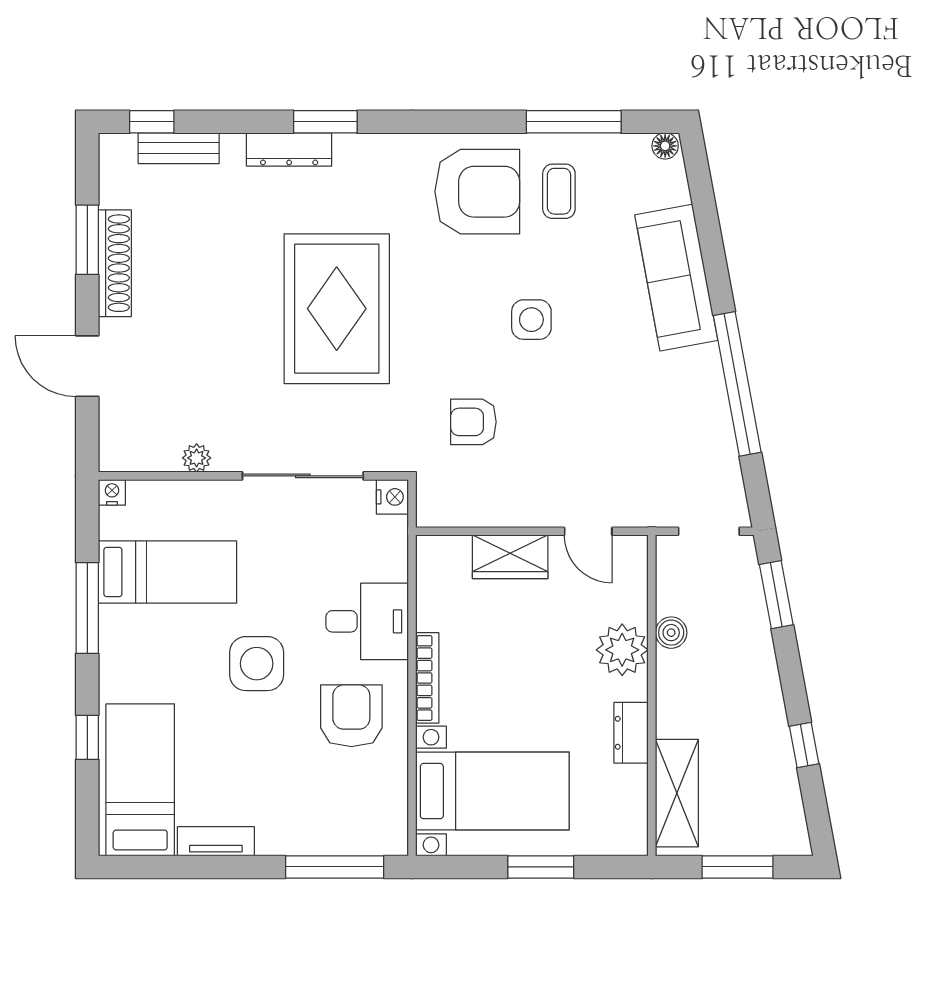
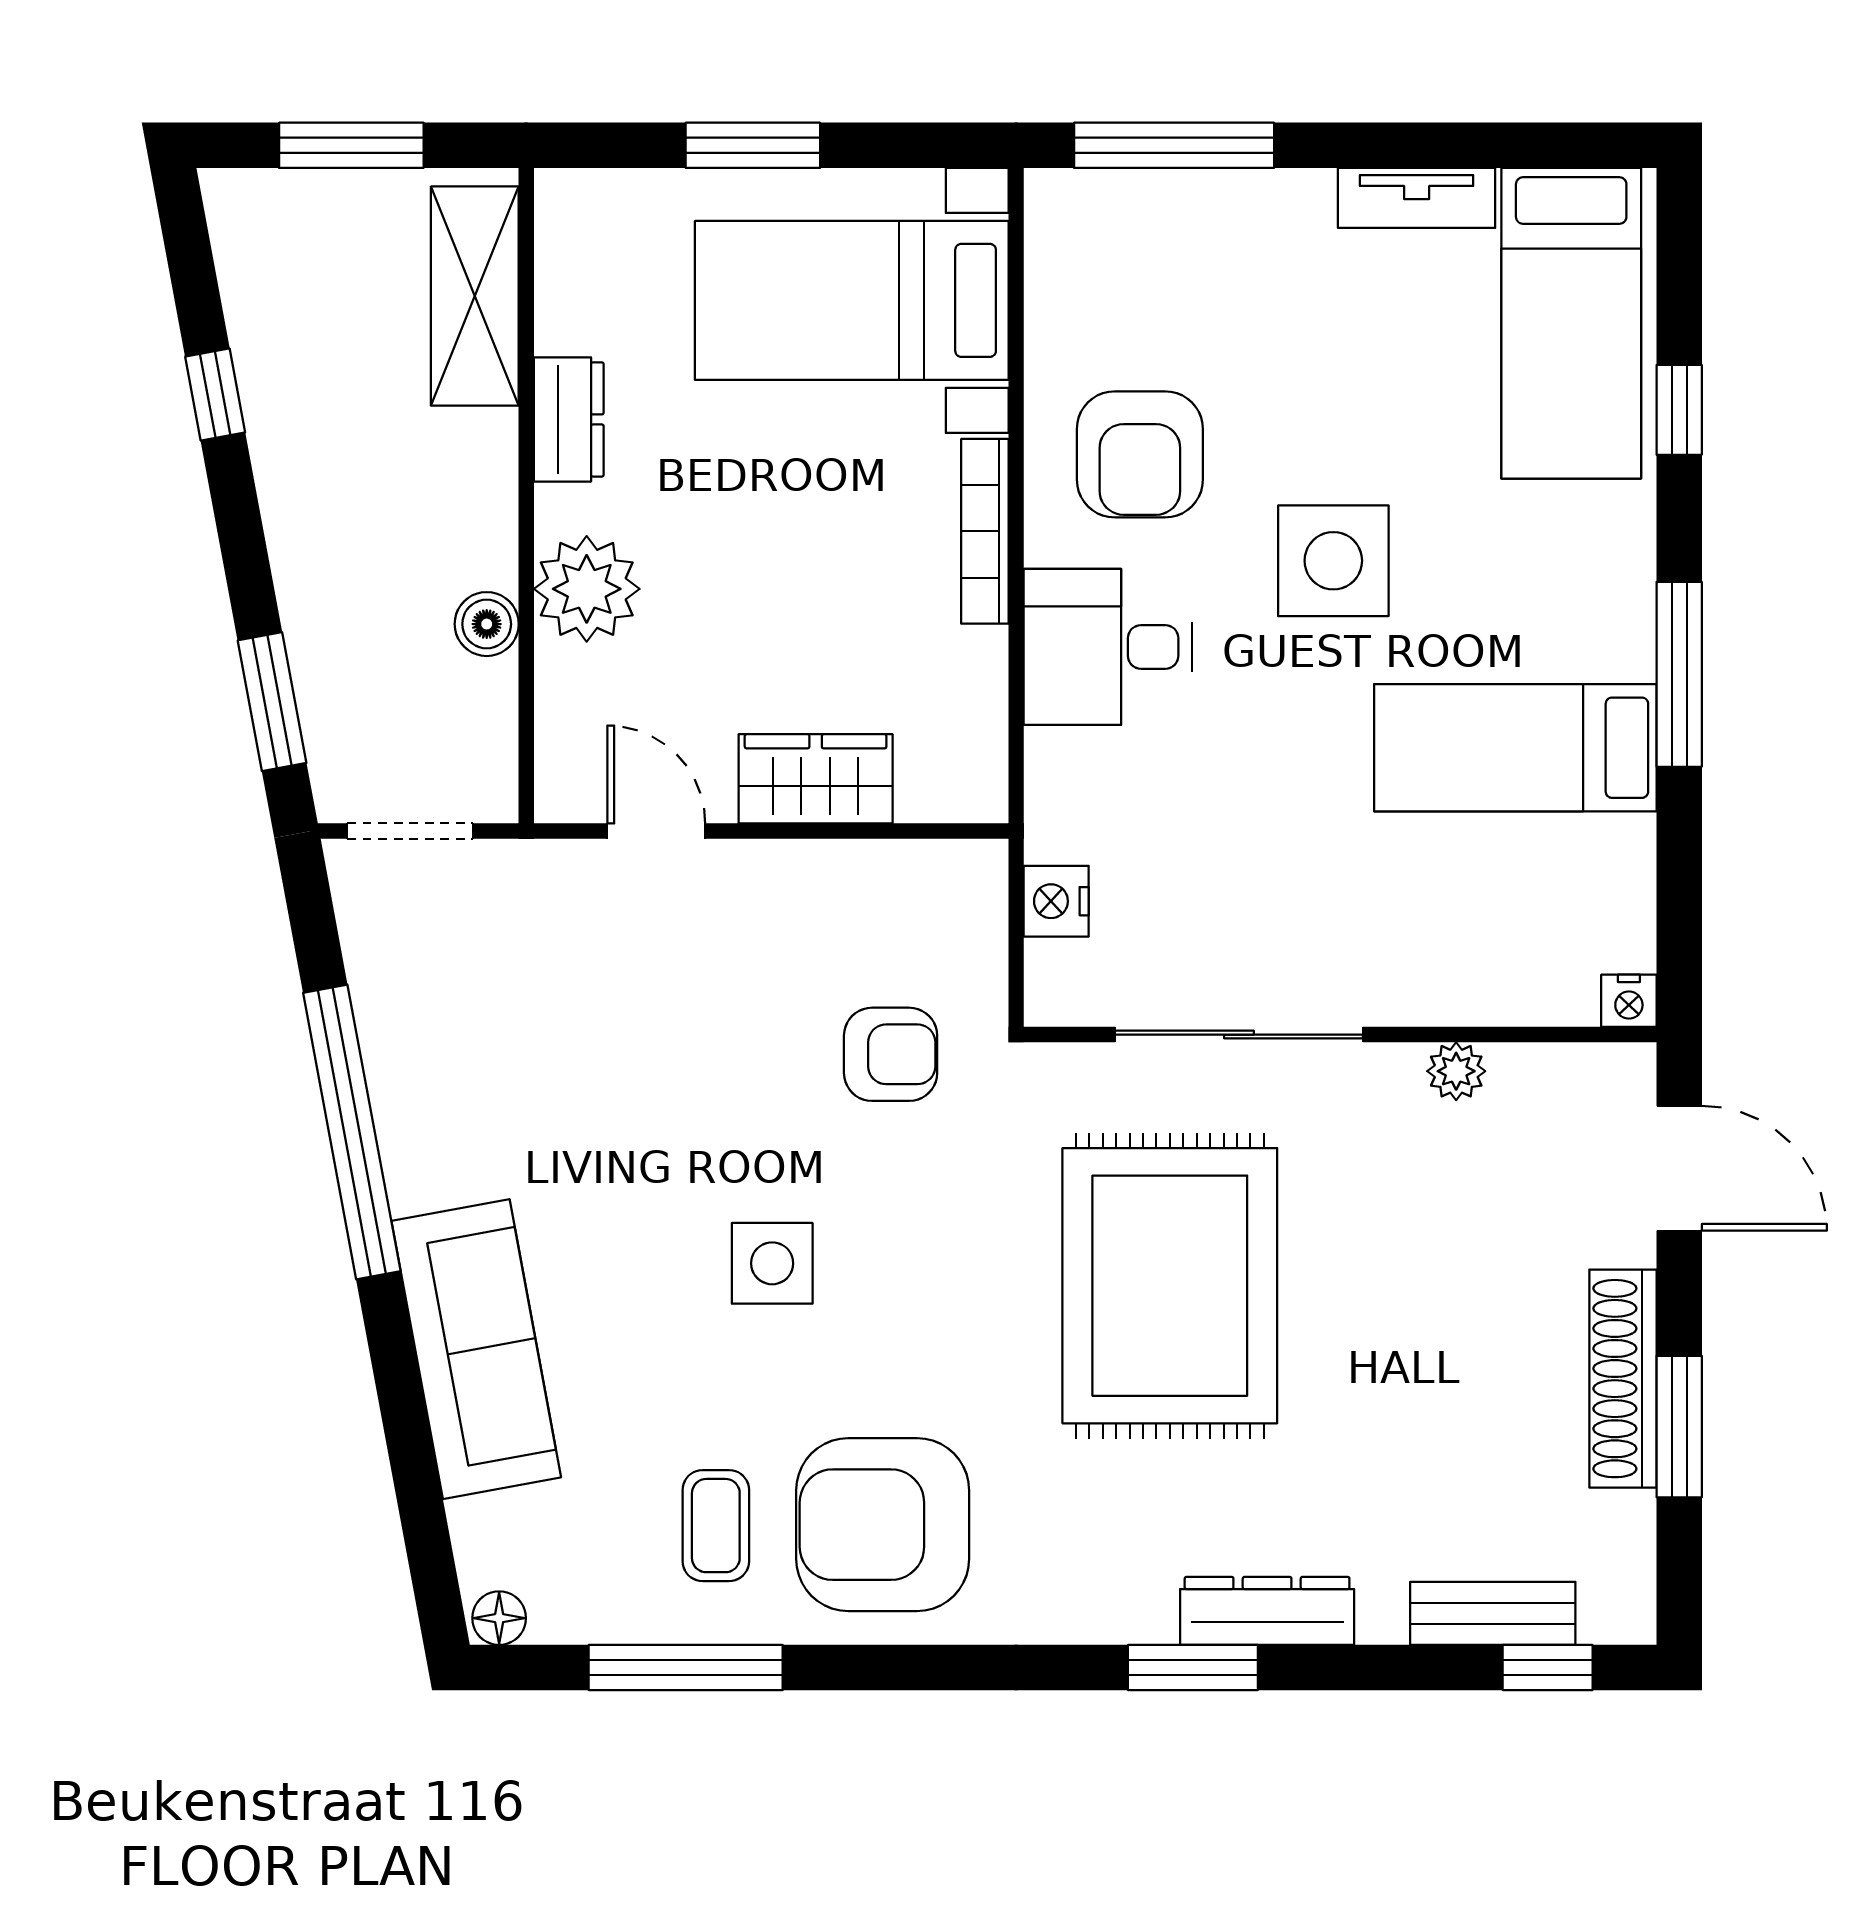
plant: (197, 458) -> (1456, 1071), moved
wall: (253, 476) -> (1340, 1035), moved
sliding door: (303, 476) -> (1239, 1035), moved
nightstand: (112, 492) -> (1629, 1001), moved

